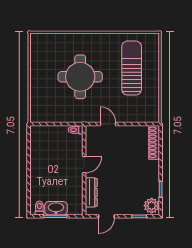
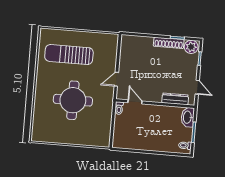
shoe rack: (154, 142) -> (169, 43), moved
door: (84, 165) -> (135, 102), moved
washbasin: (56, 208) -> (188, 117), moved

